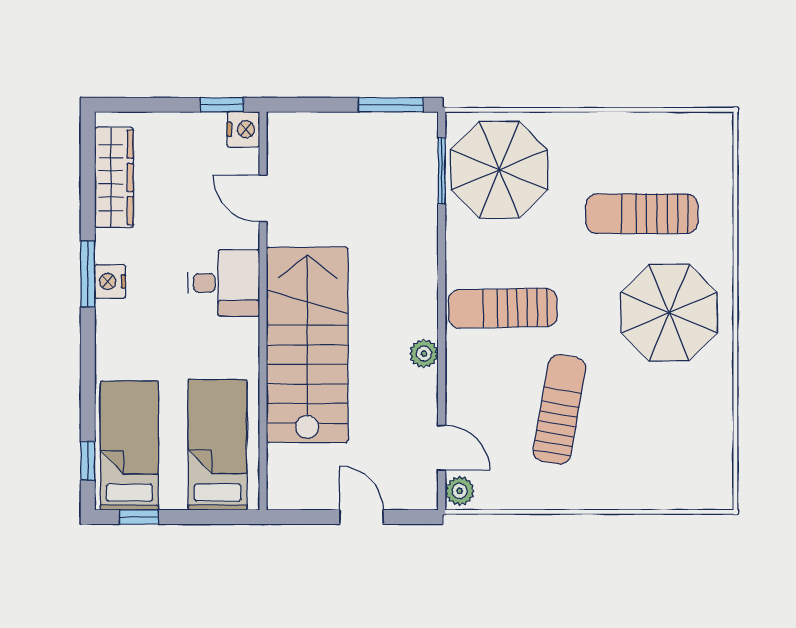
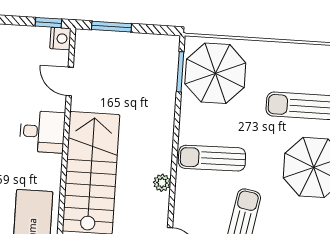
window: (391, 105) -> (111, 27), moved

